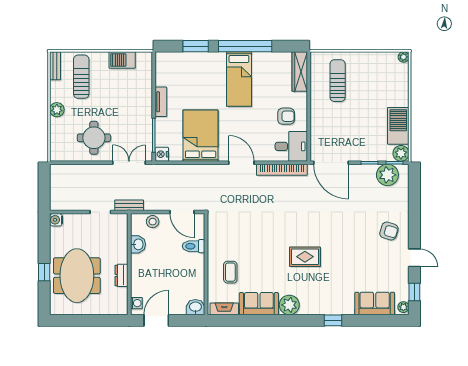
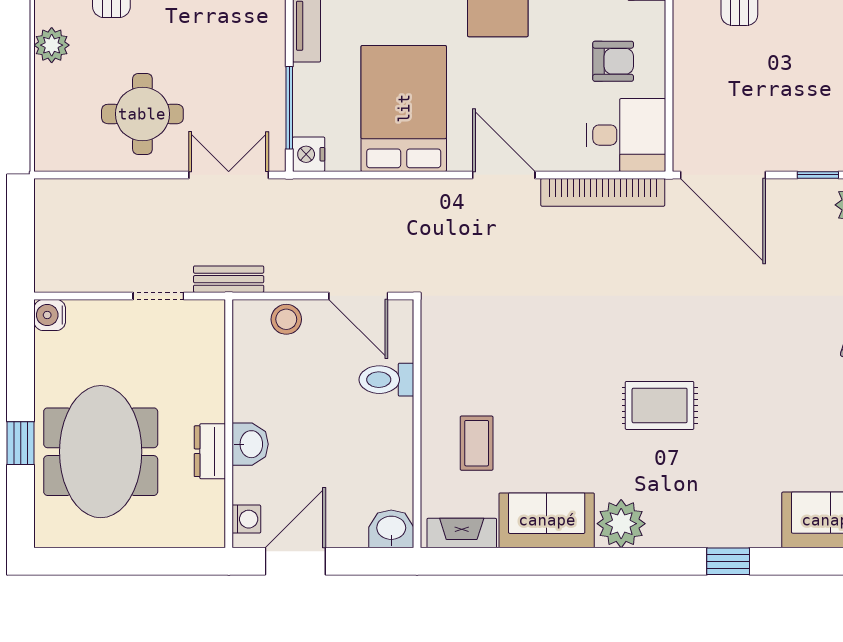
washbasin: (138, 244) -> (250, 444), moved

